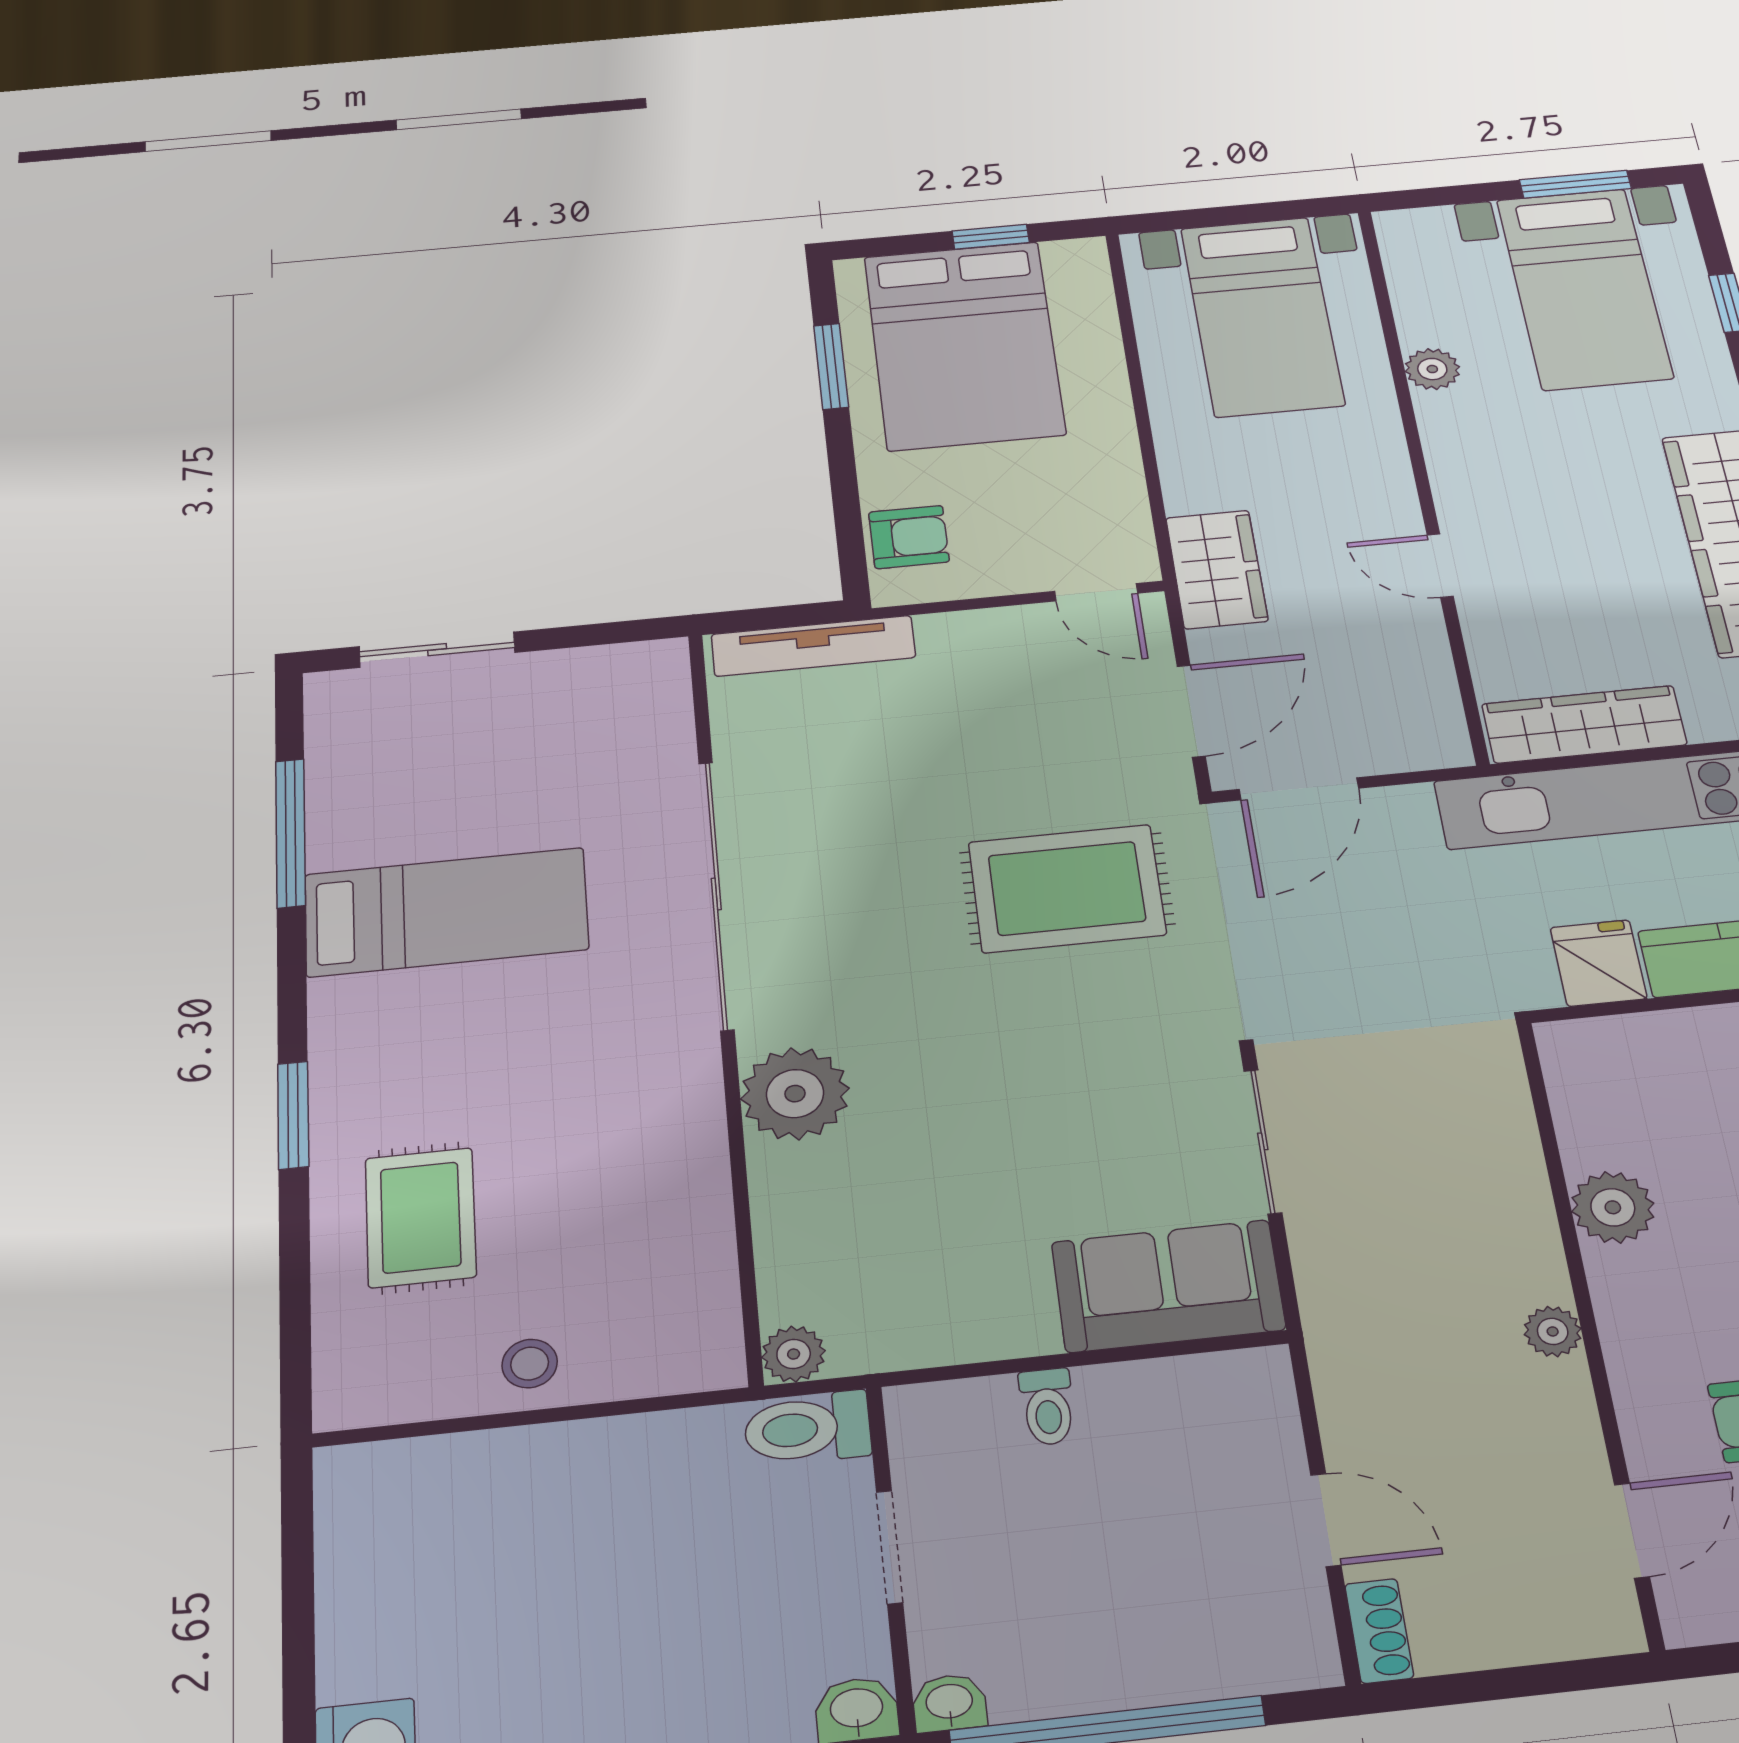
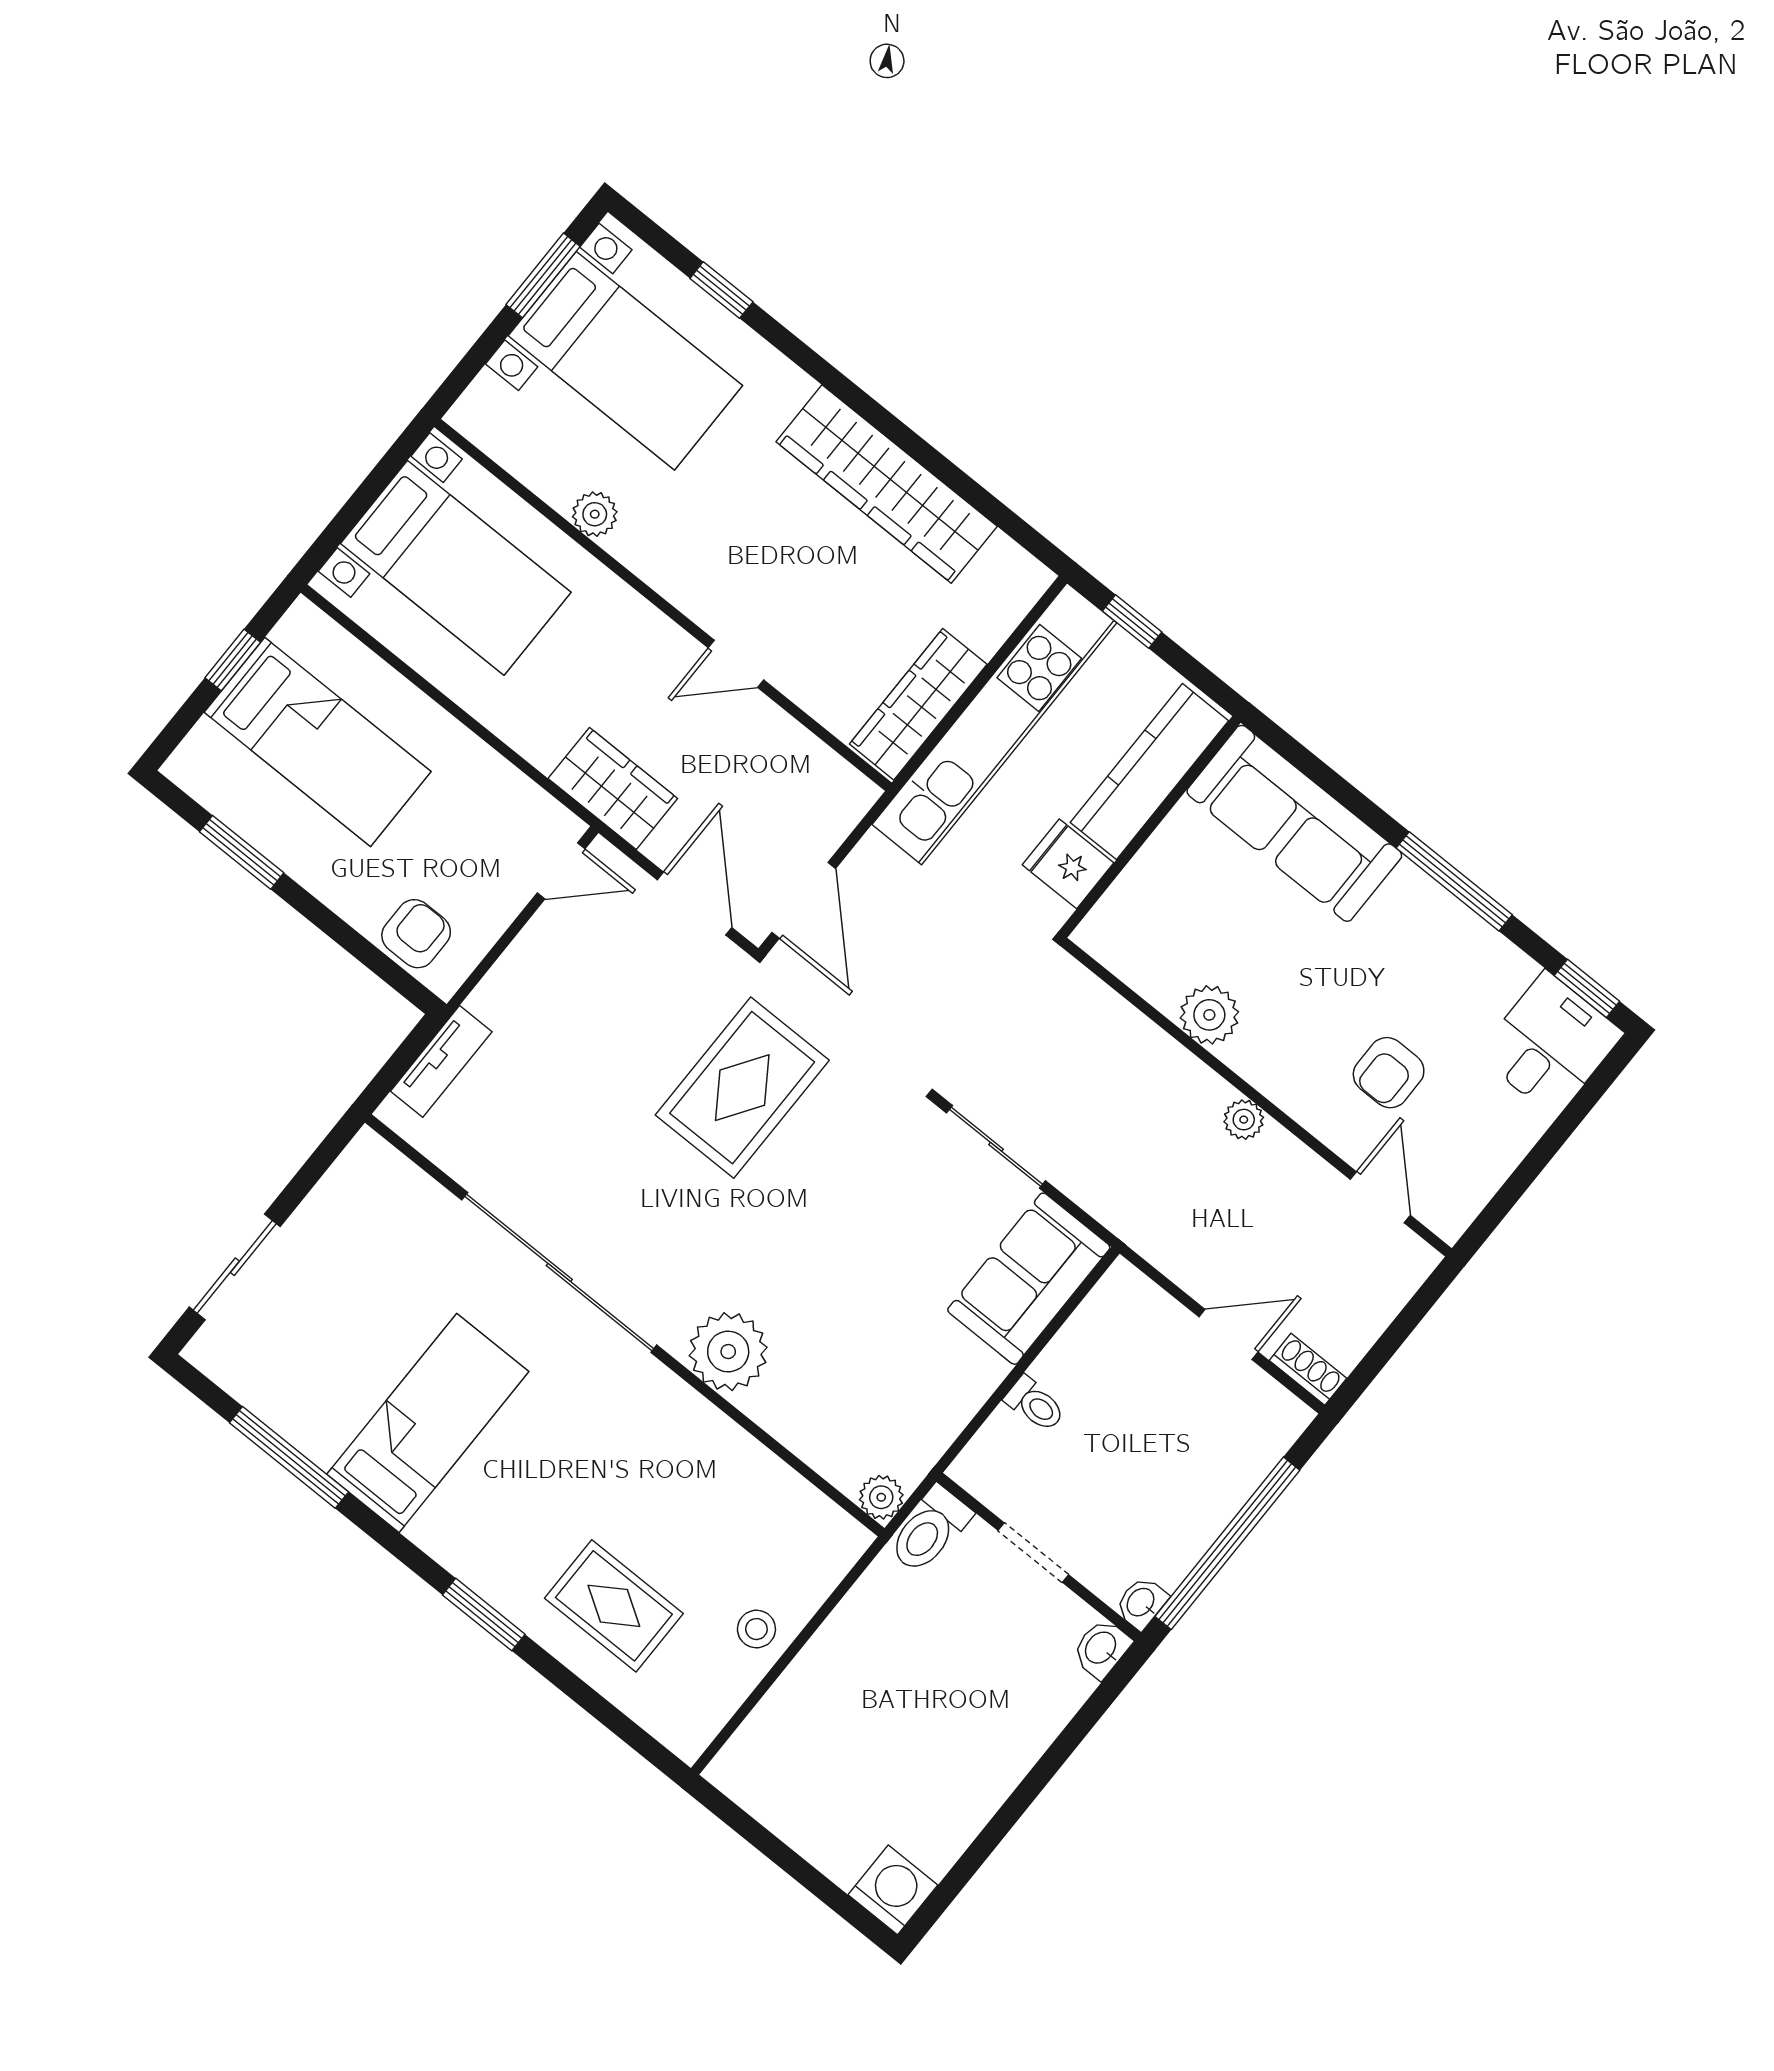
bed: (964, 345) -> (318, 742), width x0.67
tv unit: (813, 646) -> (441, 1061), width x0.71

